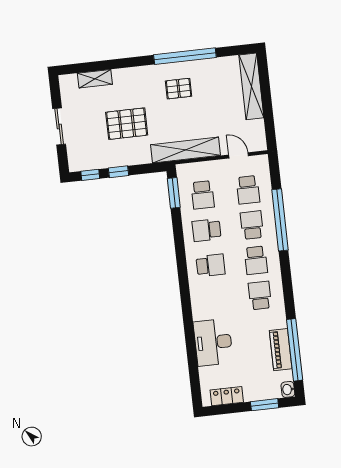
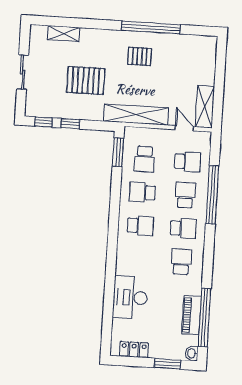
shelving: (251, 86) -> (205, 107), moved, width x0.68
school desk: (248, 190) -> (187, 162), turned -90
school desk: (256, 260) -> (183, 228), turned -90

